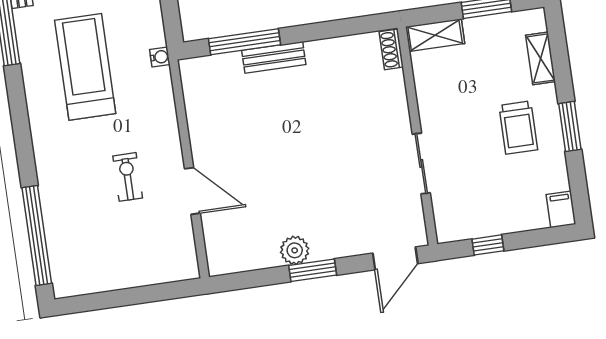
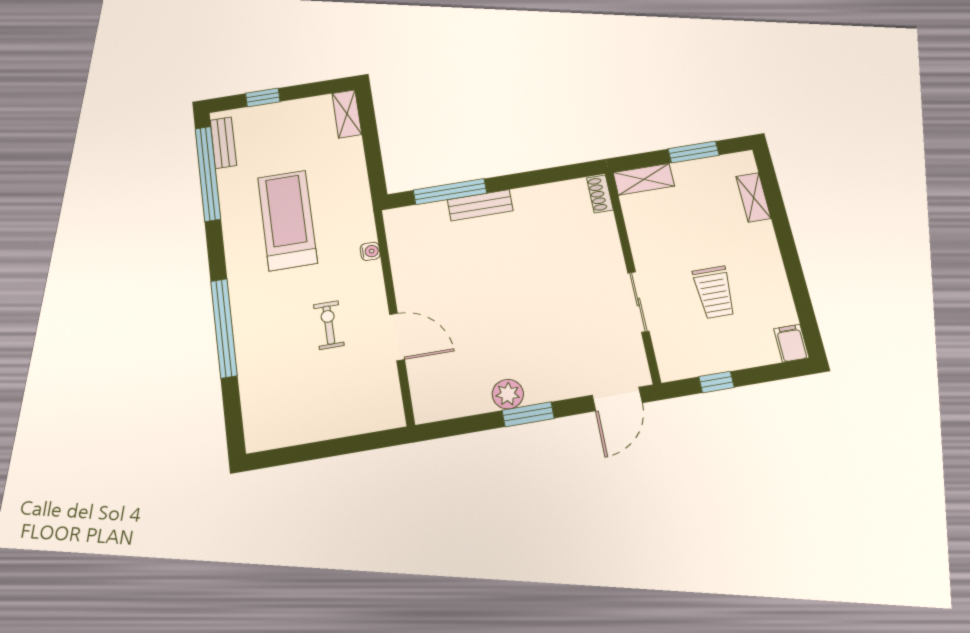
water cooler: (160, 57) -> (370, 251), moved
window: (570, 126) -> (791, 261), removed
trolley: (518, 128) -> (714, 292), moved
window: (37, 235) -> (224, 328), moved

